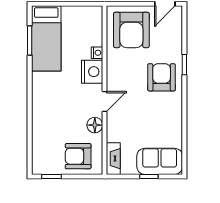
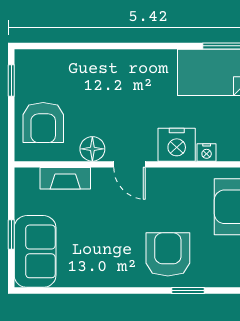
armchair: (162, 77) -> (168, 254), turned -90
armchair: (78, 156) -> (43, 123), turned 180
fireplace: (113, 159) -> (65, 178), moved

